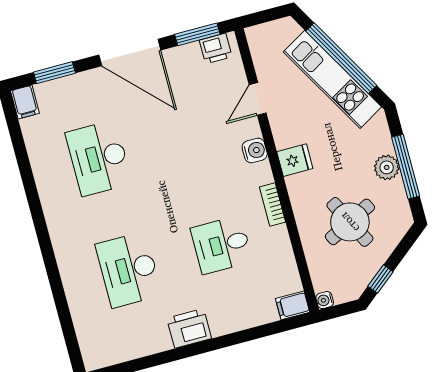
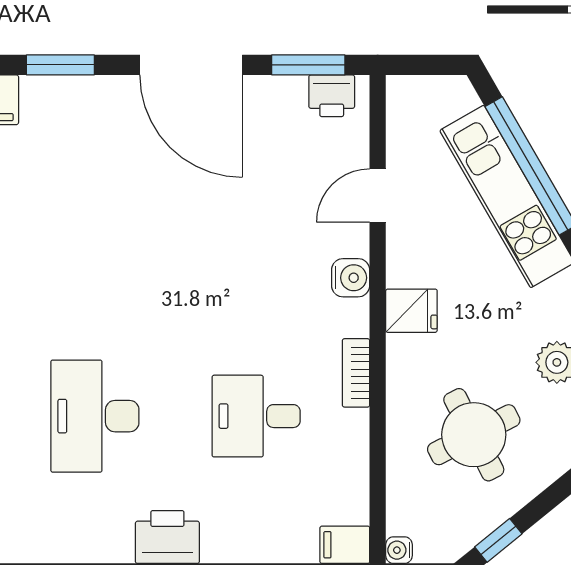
desk: (99, 158) -> (95, 222), removed

